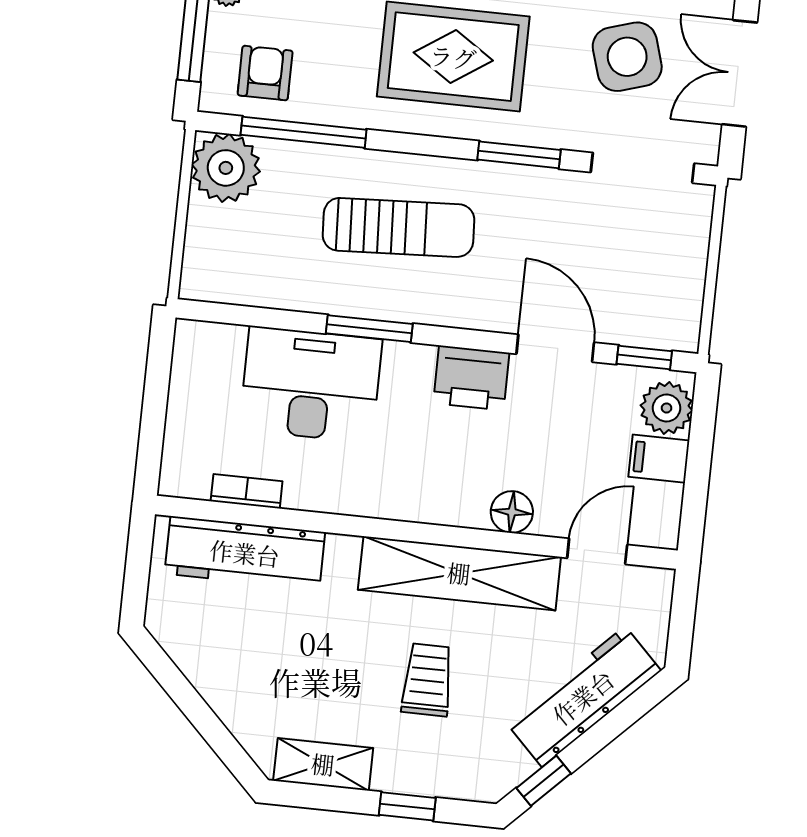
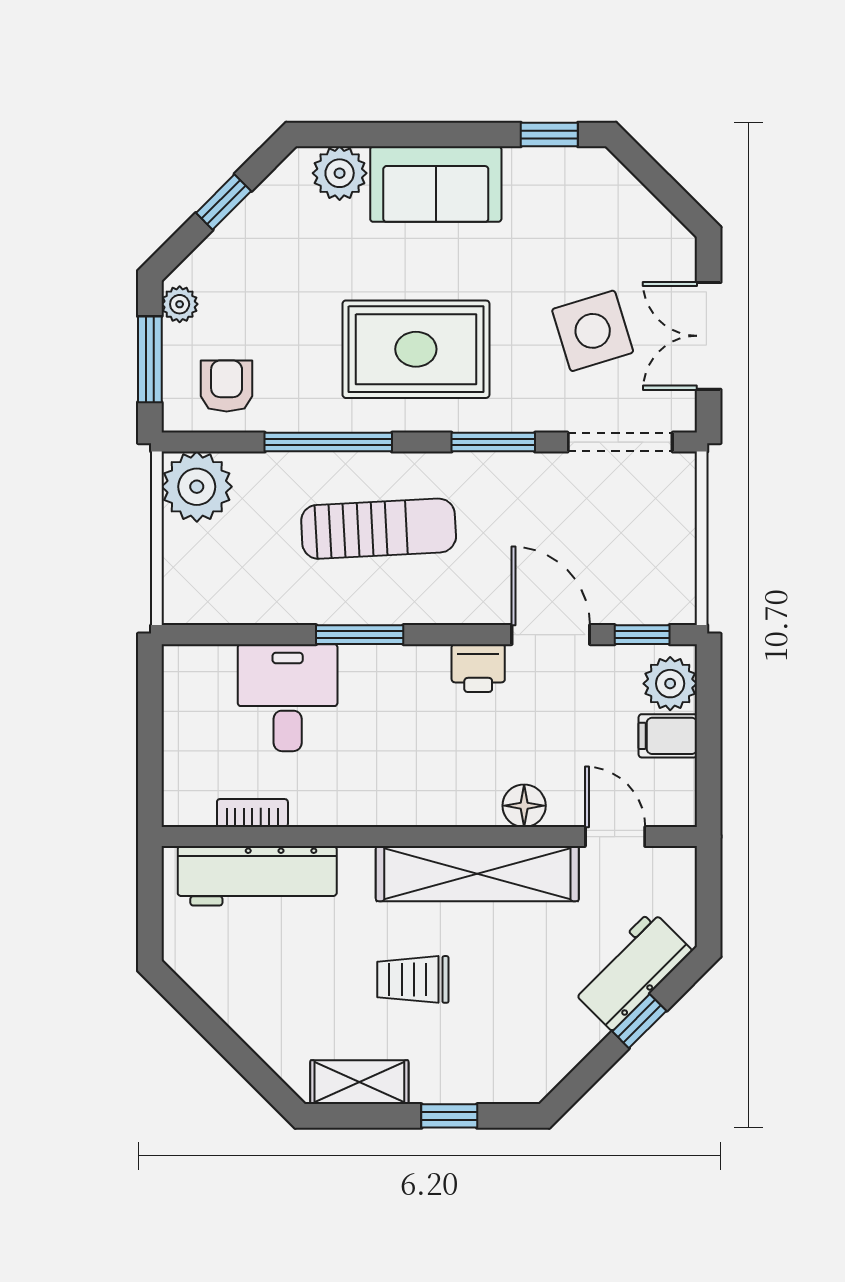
window: (304, 132) -> (328, 442), moved
printer: (471, 378) -> (478, 668), width x0.73, depth x0.81
desk: (311, 384) -> (288, 698), width x0.73
door: (597, 551) -> (615, 837), hinge flipped
trolley: (427, 680) -> (413, 979), moved, turned -90
workbench: (583, 697) -> (632, 970), width x0.73
window: (544, 781) -> (639, 1021), moved

